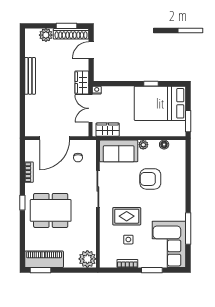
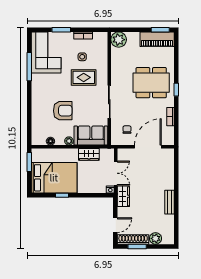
bench: (30, 76) -> (170, 202), width x0.73
wardrobe: (108, 130) -> (89, 154), moved

